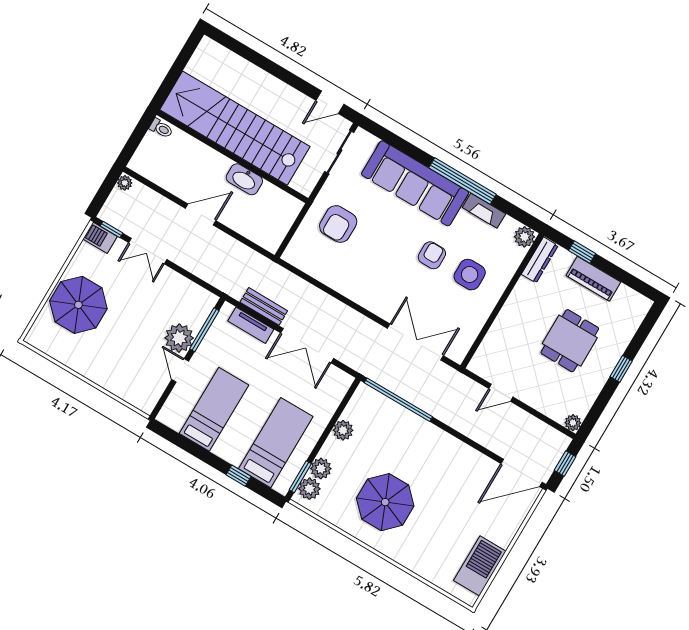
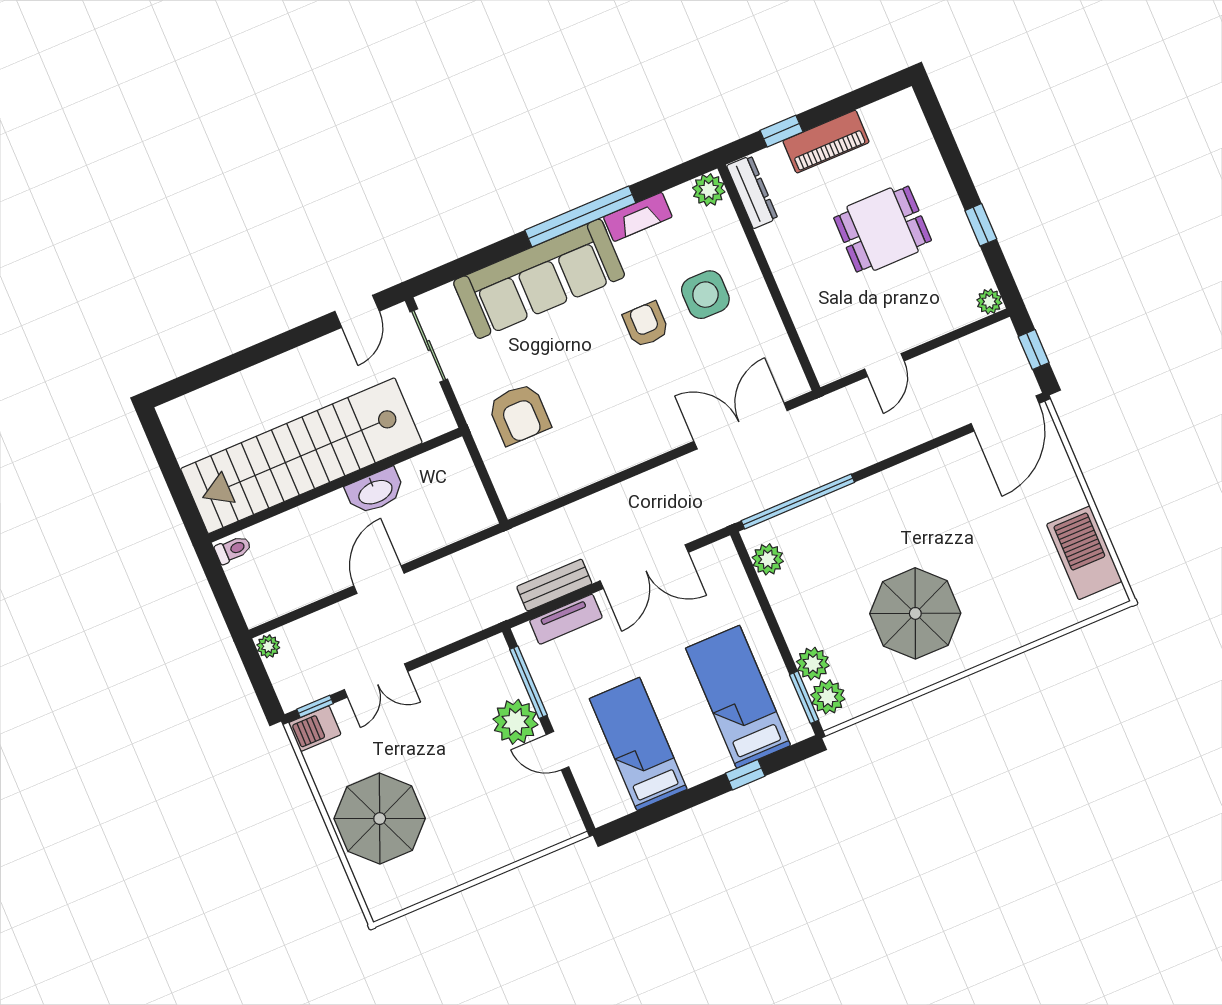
dining table: (570, 341) -> (883, 229), turned 90
window: (621, 369) -> (981, 225), moved
plant: (343, 430) -> (768, 559), moved

